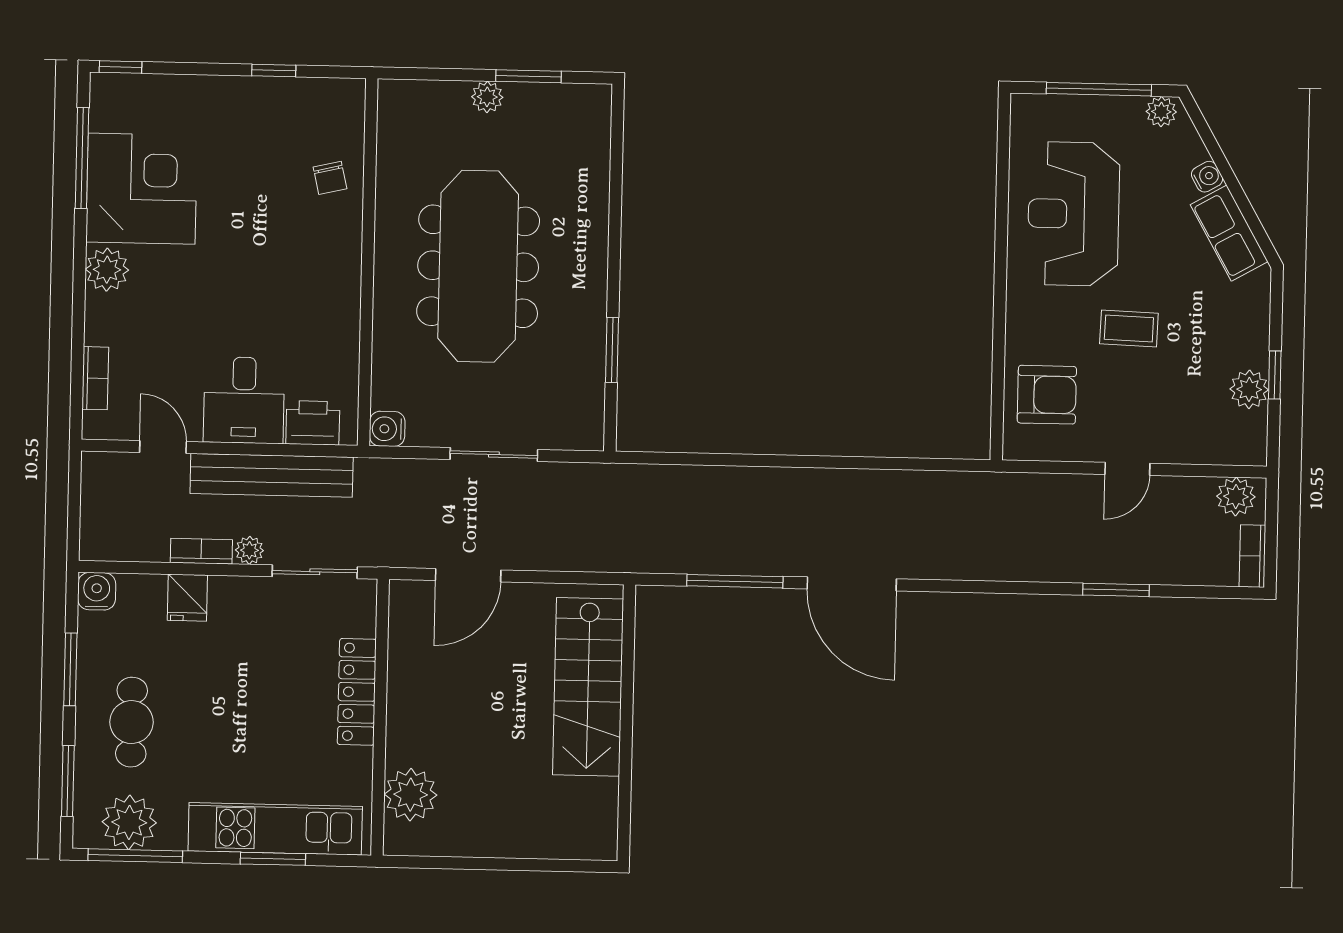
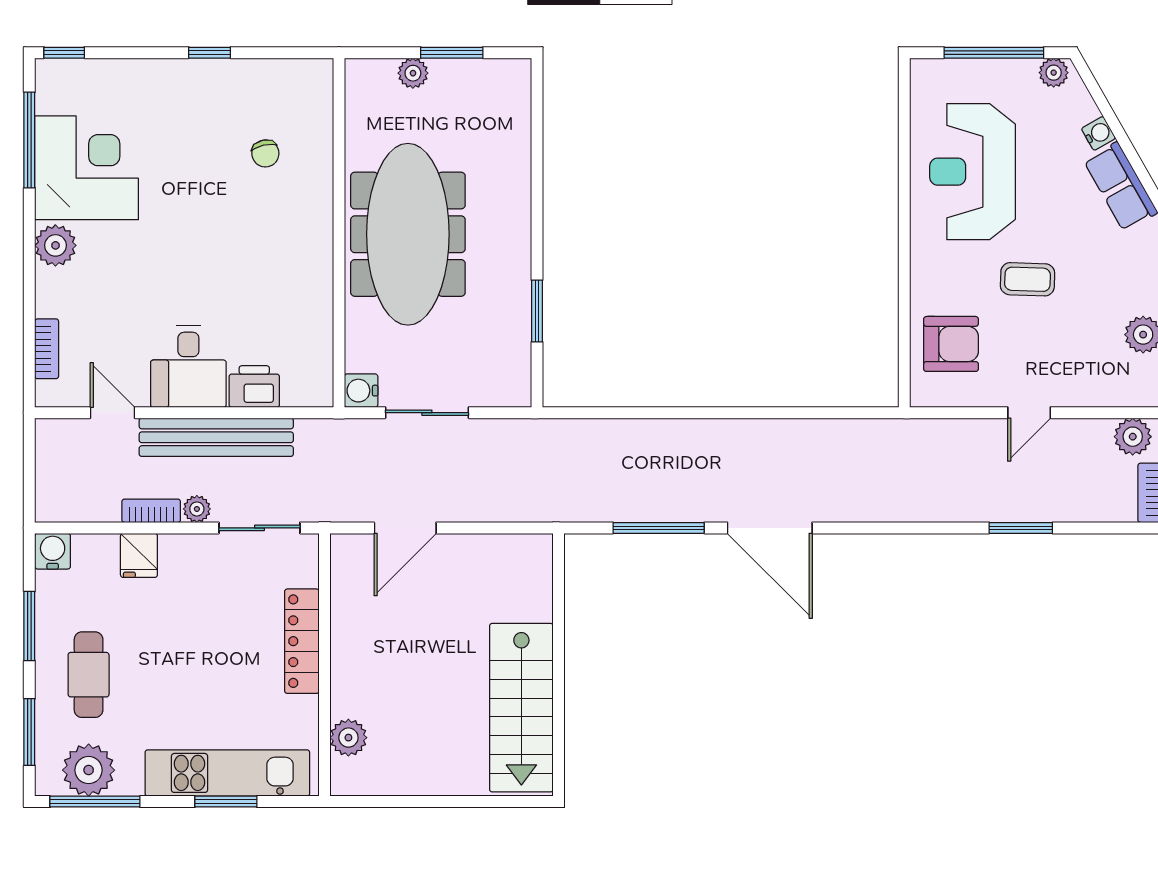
wall: (368, 262) -> (339, 233), moved
water cooler: (387, 429) -> (361, 391), moved
stairs: (588, 687) -> (521, 708), moved
plant: (411, 795) -> (348, 738), width x0.73, depth x0.73

